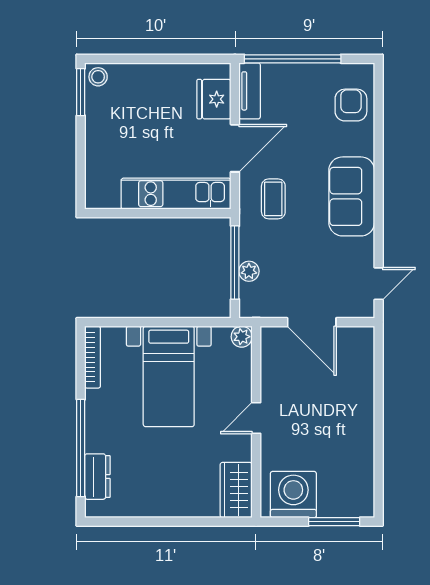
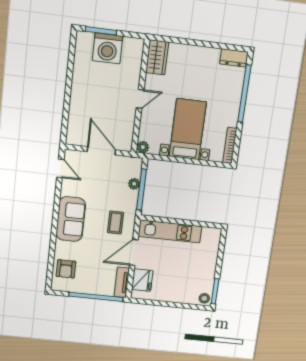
door: (379, 284) -> (60, 168), swing flipped
dresser: (97, 477) -> (234, 58), moved, turned -90
washing machine: (293, 495) -> (107, 48), moved

